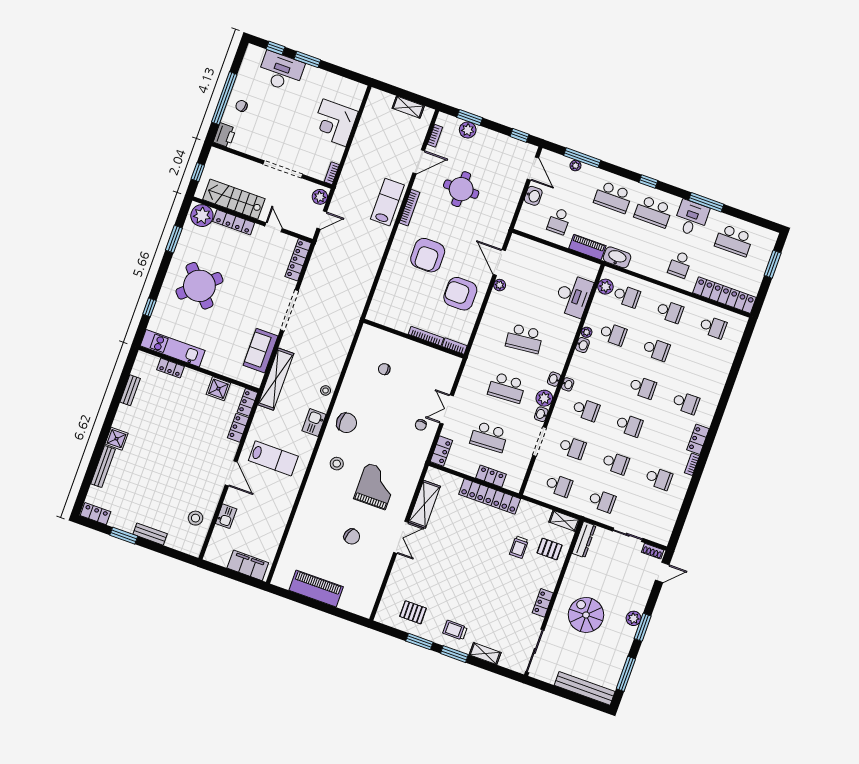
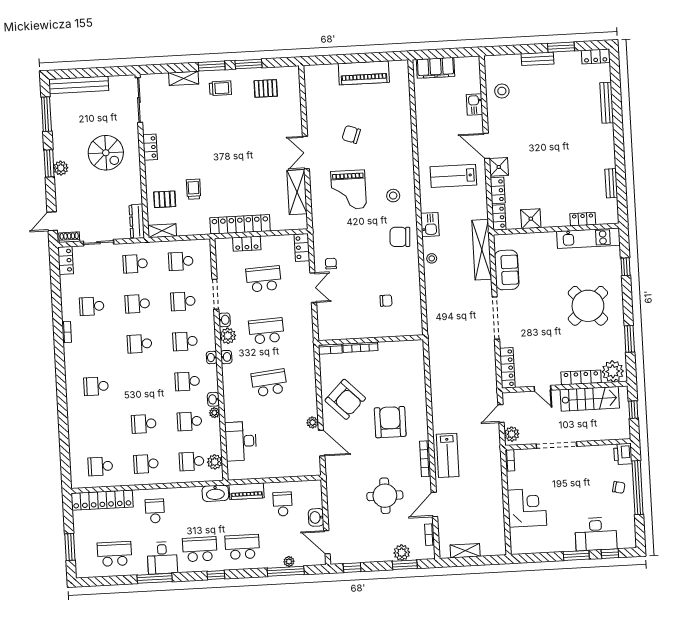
armchair: (460, 294) -> (345, 399), turned 45
school desk: (643, 387) -> (187, 381), moved
shower: (117, 439) -> (499, 167), moved
locker: (698, 439) -> (66, 260), moved

